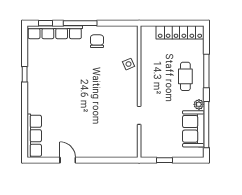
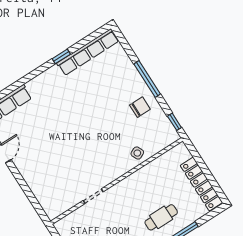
window: (46, 23) -> (174, 122), moved
row of seats: (55, 32) -> (88, 52), moved, turned -90

